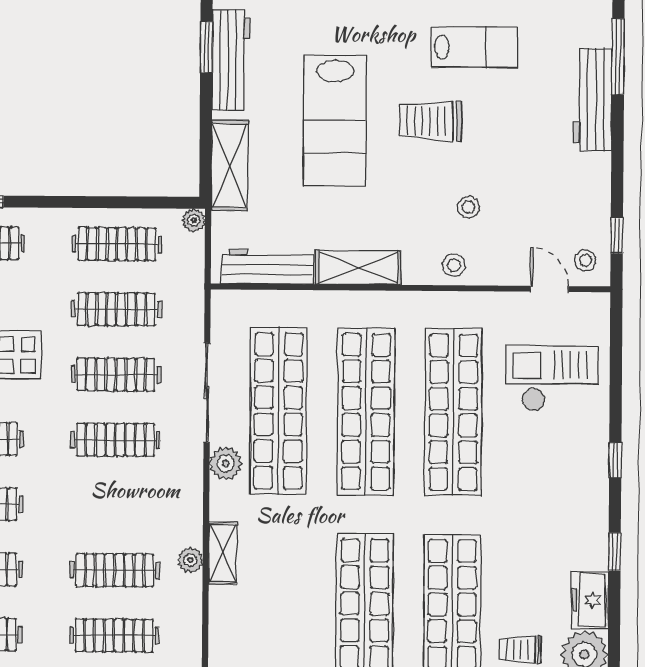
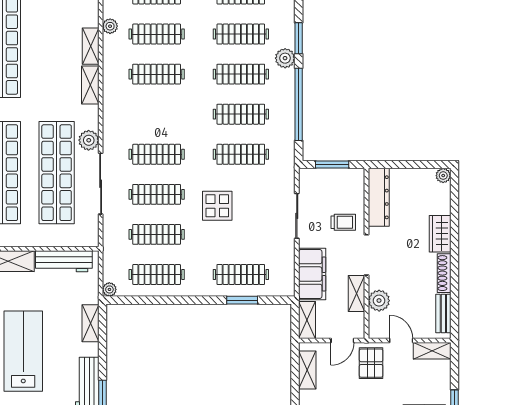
shelving: (230, 166) -> (90, 323), width x0.67, depth x0.75
plant: (190, 560) -> (110, 26), moved
shelving: (222, 616) -> (91, 46), added

